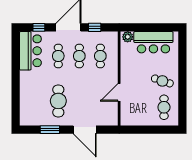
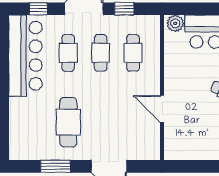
bar counter: (30, 51) -> (25, 56), width x1.36
door: (119, 92) -> (162, 109), hinge flipped

